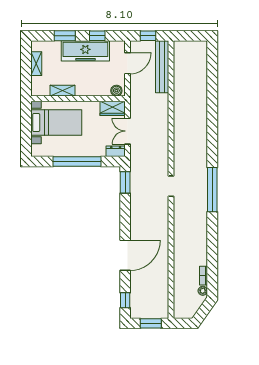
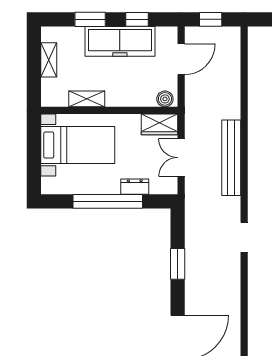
bench: (162, 67) -> (231, 158), moved
dresser: (116, 151) -> (135, 187), moved
window: (125, 182) -> (178, 264), moved

